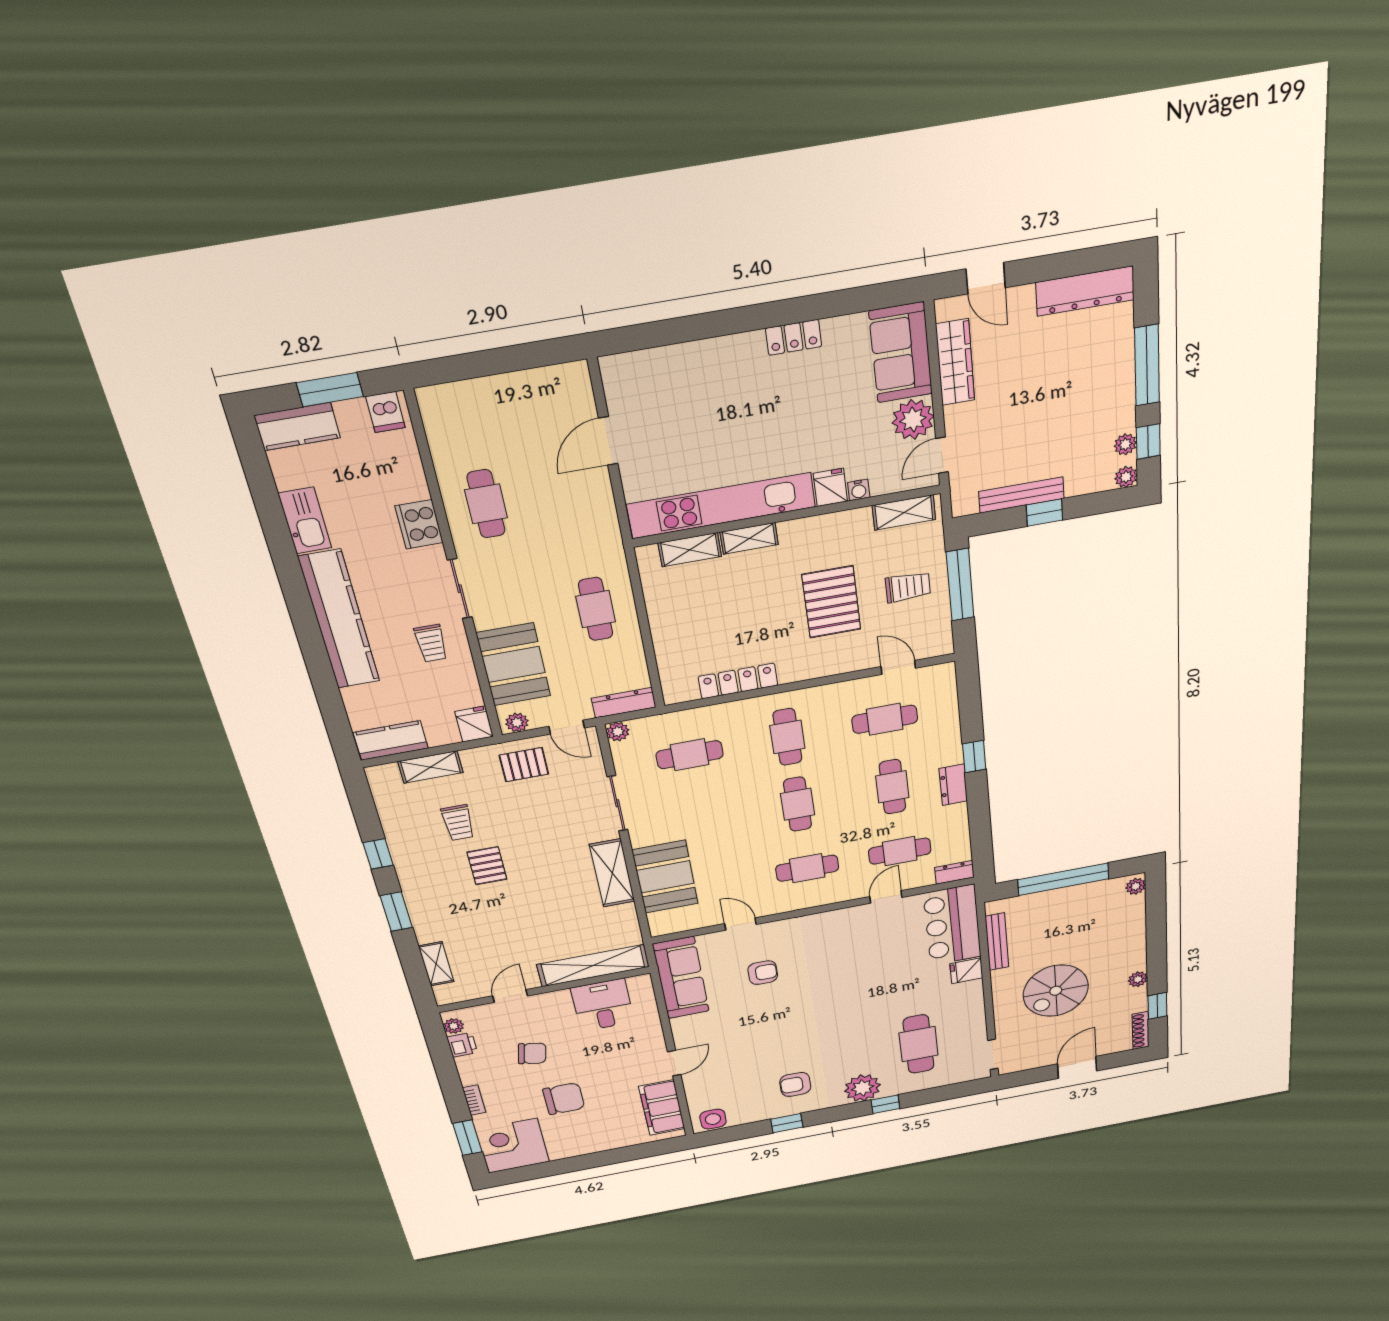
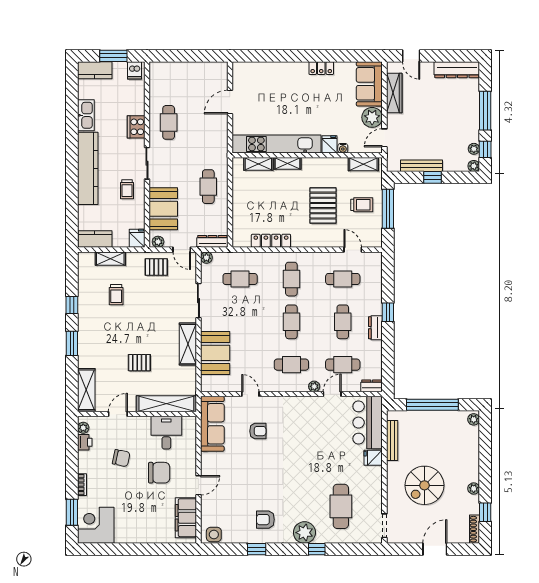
pallet: (487, 866) -> (139, 363), moved, turned 90
plant: (853, 892) -> (314, 386), added
shelving: (436, 964) -> (86, 390), width x1.50, depth x1.33
chair: (564, 1099) -> (159, 473), moved

